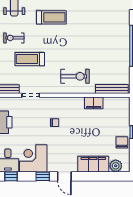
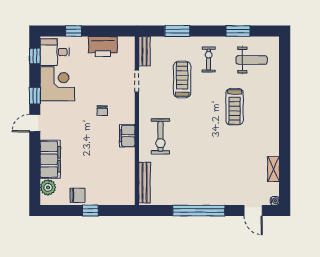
filing cabinet: (94, 103) -> (127, 136), moved

